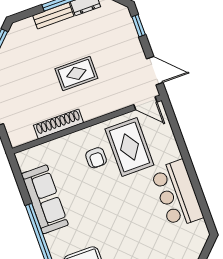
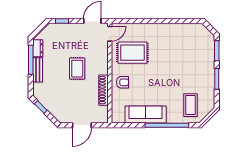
armchair: (96, 158) -> (123, 82), moved
bar counter: (177, 194) -> (171, 34), removed

